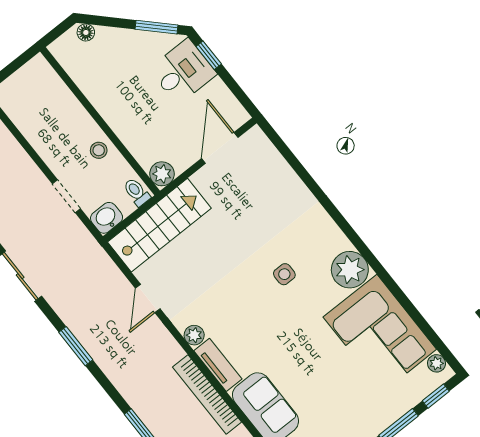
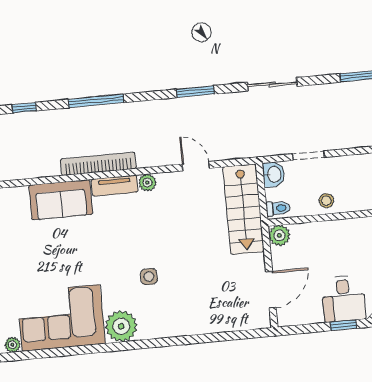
door: (220, 148) -> (271, 290), hinge flipped

